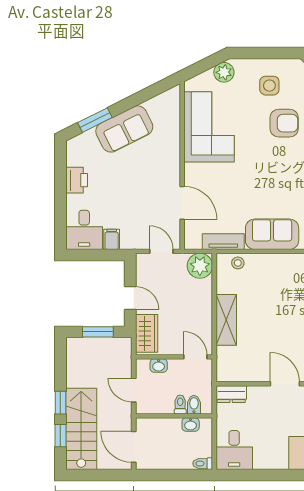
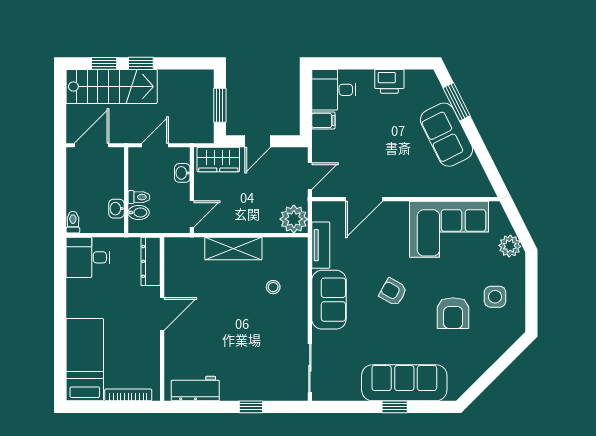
armchair: (265, 177) -> (393, 292), added
stool: (238, 263) -> (273, 287), moved
dresser: (231, 394) -> (151, 261), width x1.44

